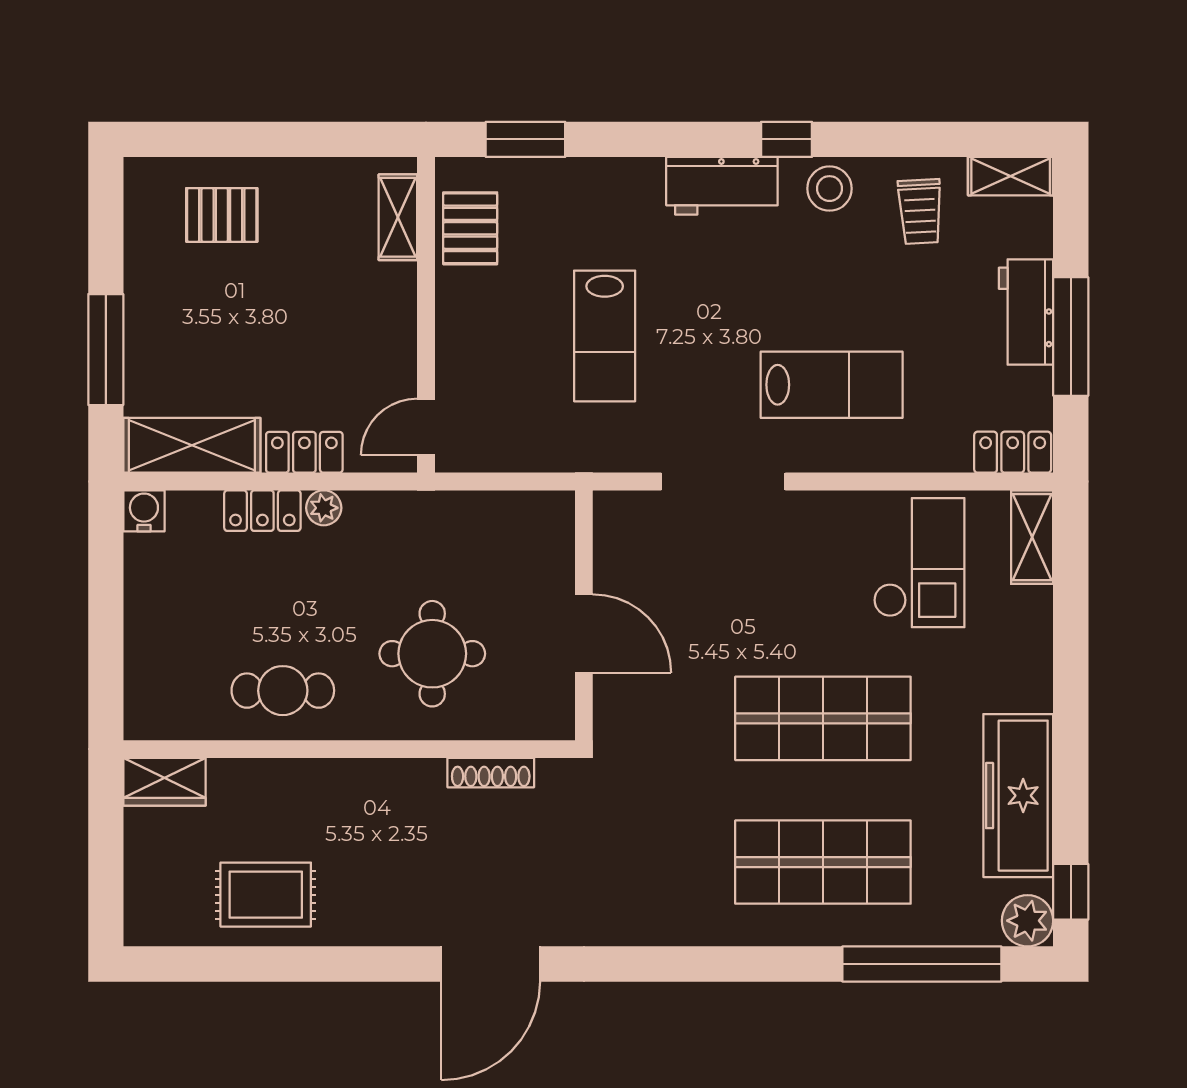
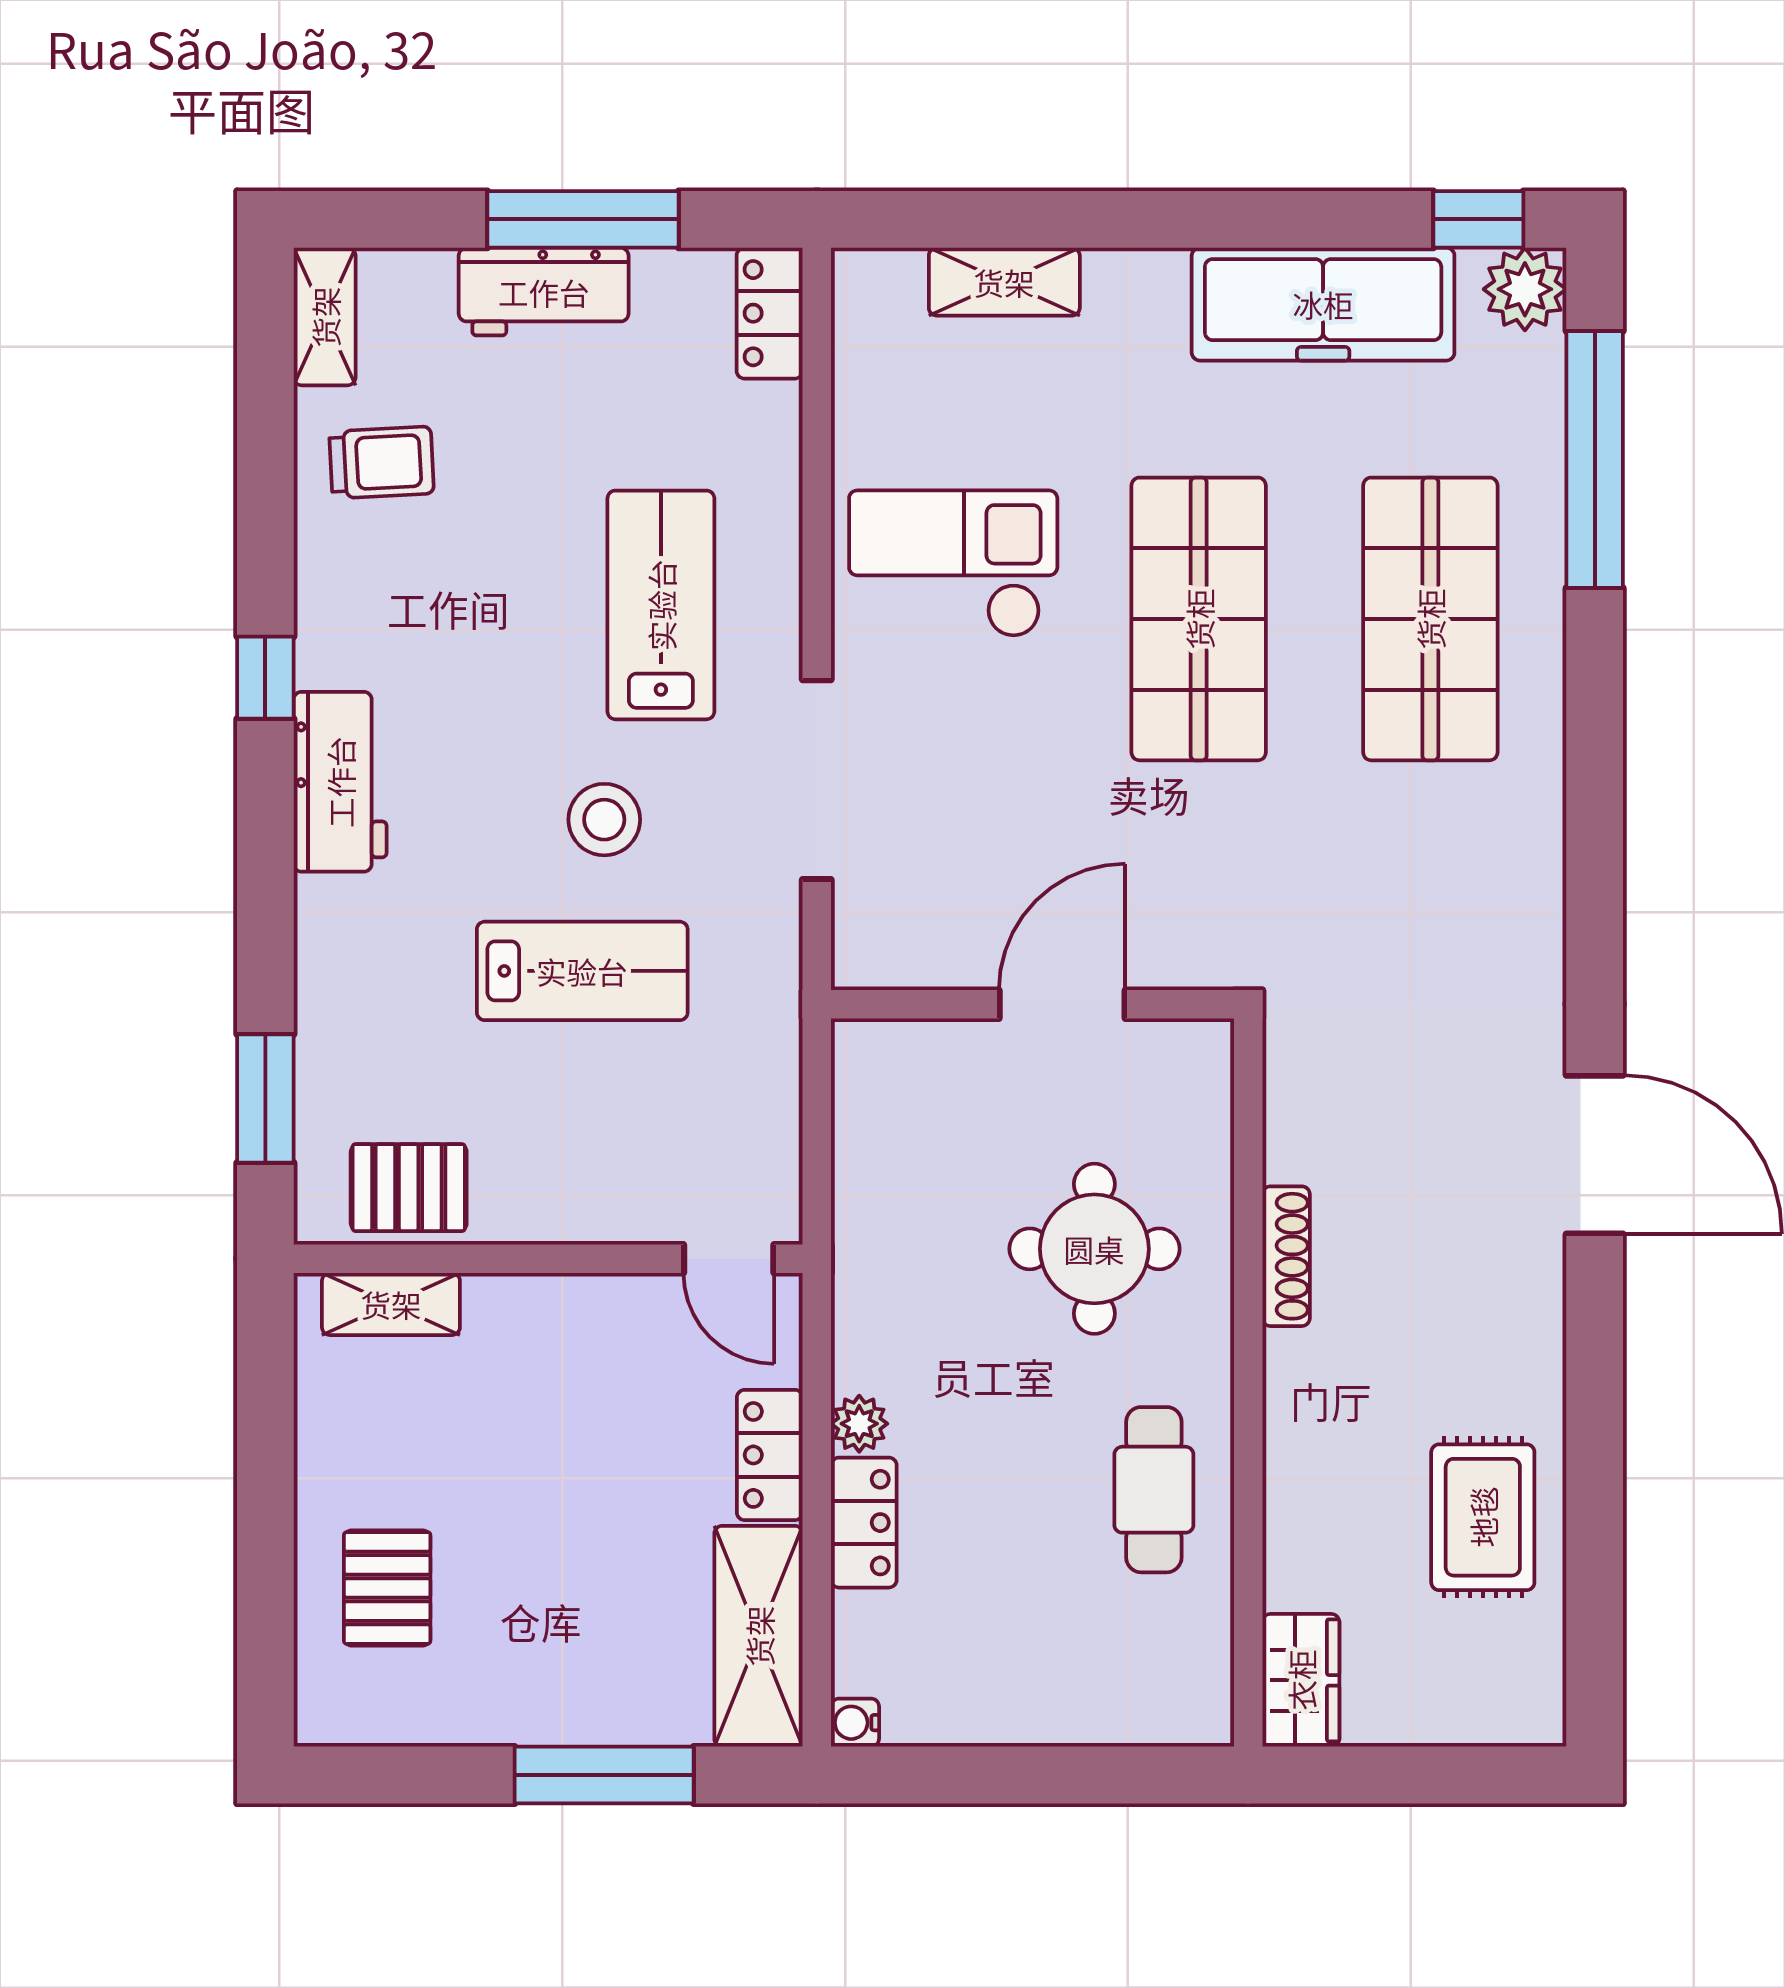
stool: (830, 189) -> (604, 820), moved
water cooler: (144, 511) -> (855, 1723), width x0.72, depth x0.72
shelving: (1032, 537) -> (1004, 282), moved
checkout: (919, 563) -> (953, 564), moved
shoe rack: (491, 773) -> (1286, 1256), moved

